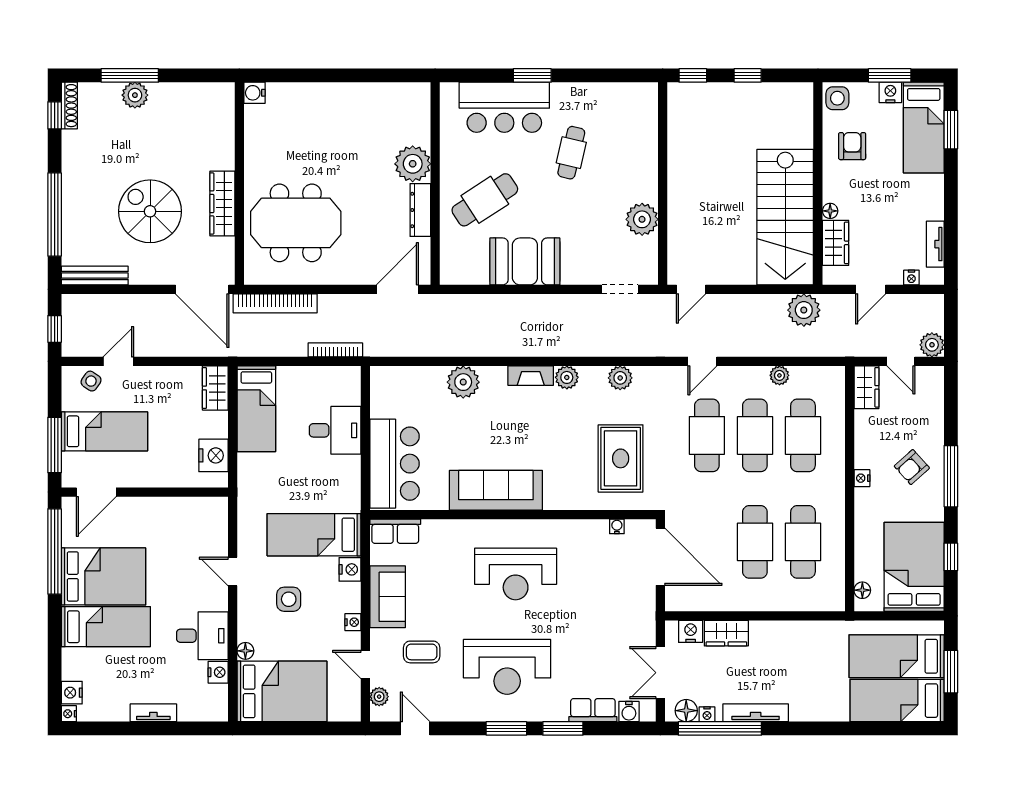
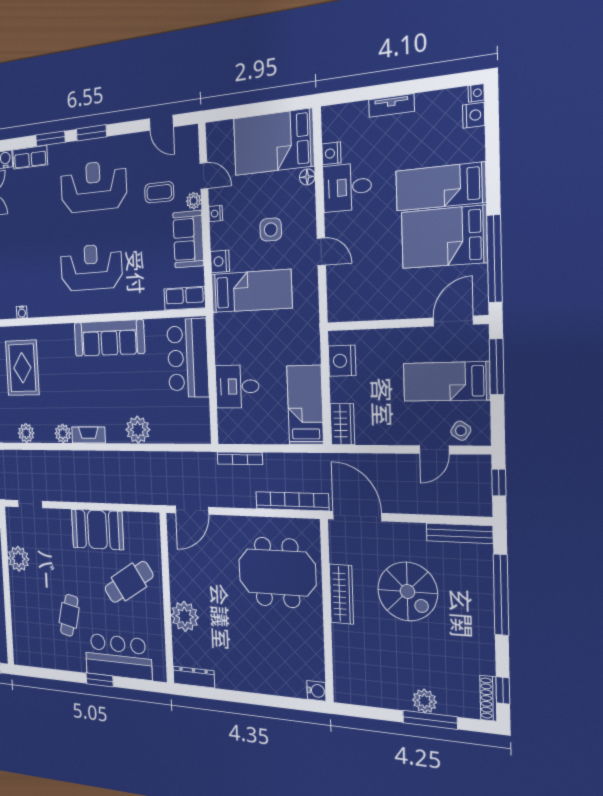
dresser: (420, 210) -> (194, 677), moved, turned -90
plant: (379, 697) -> (194, 201), moved

